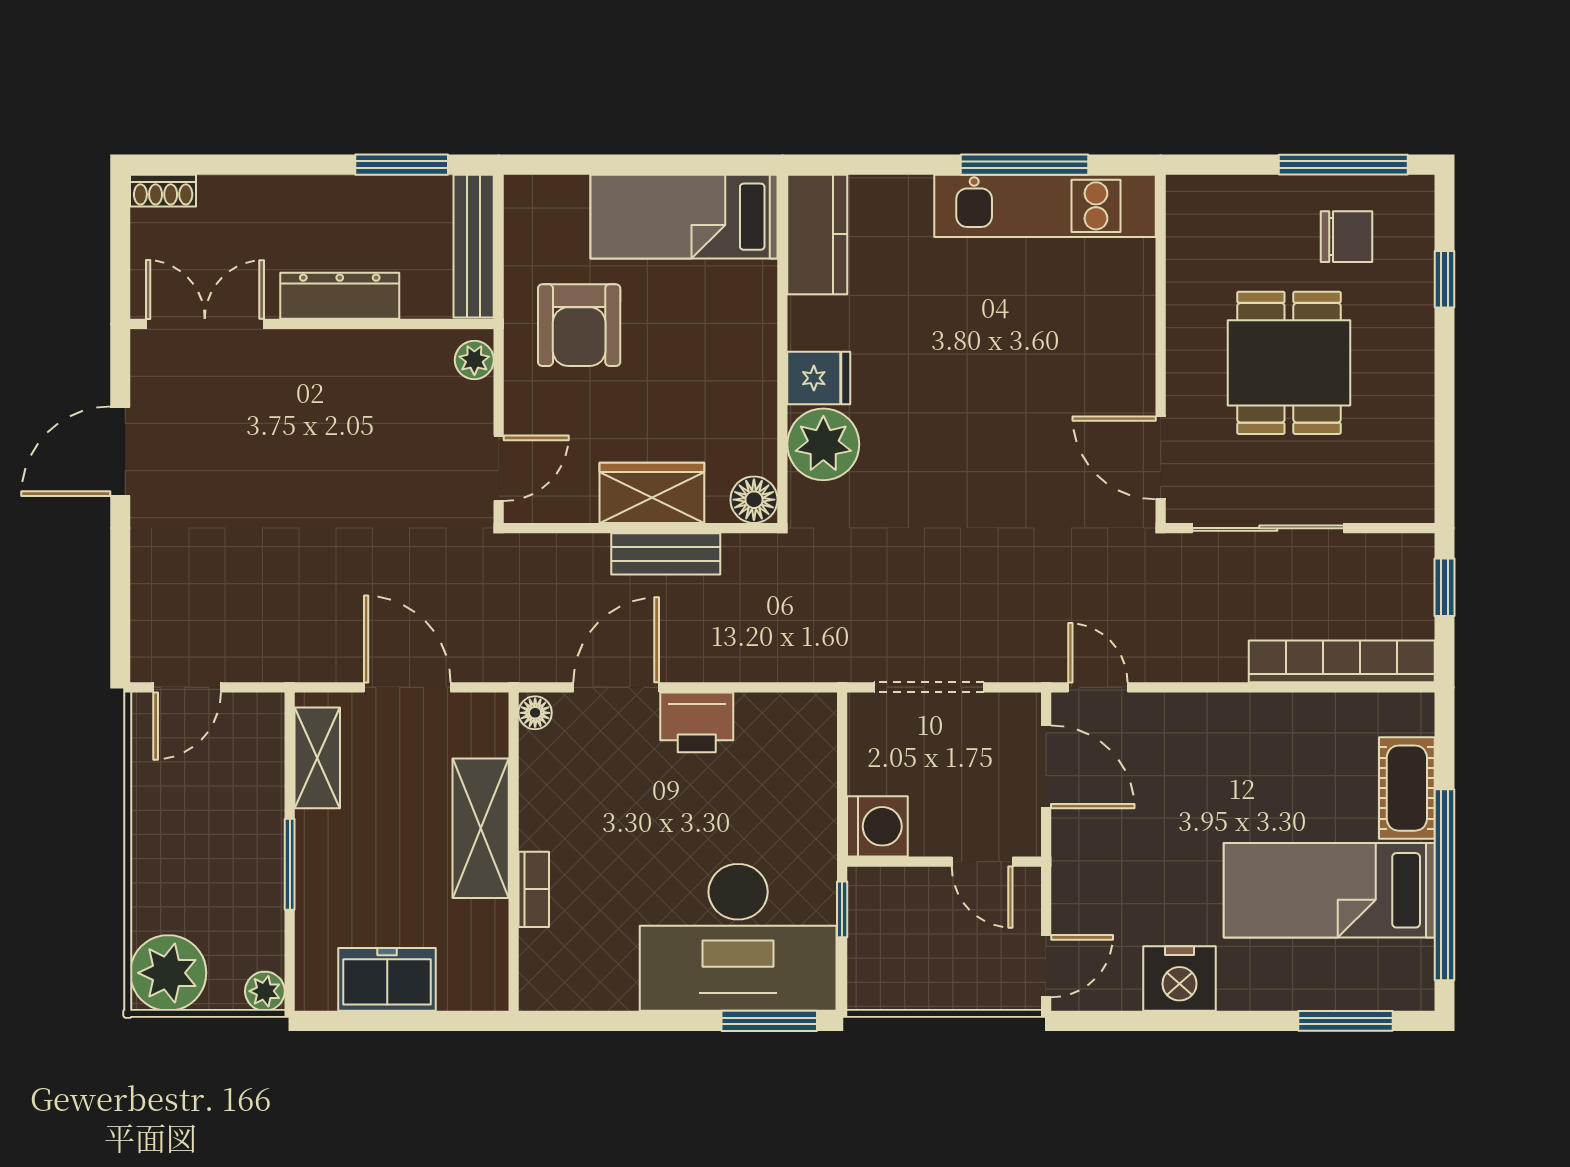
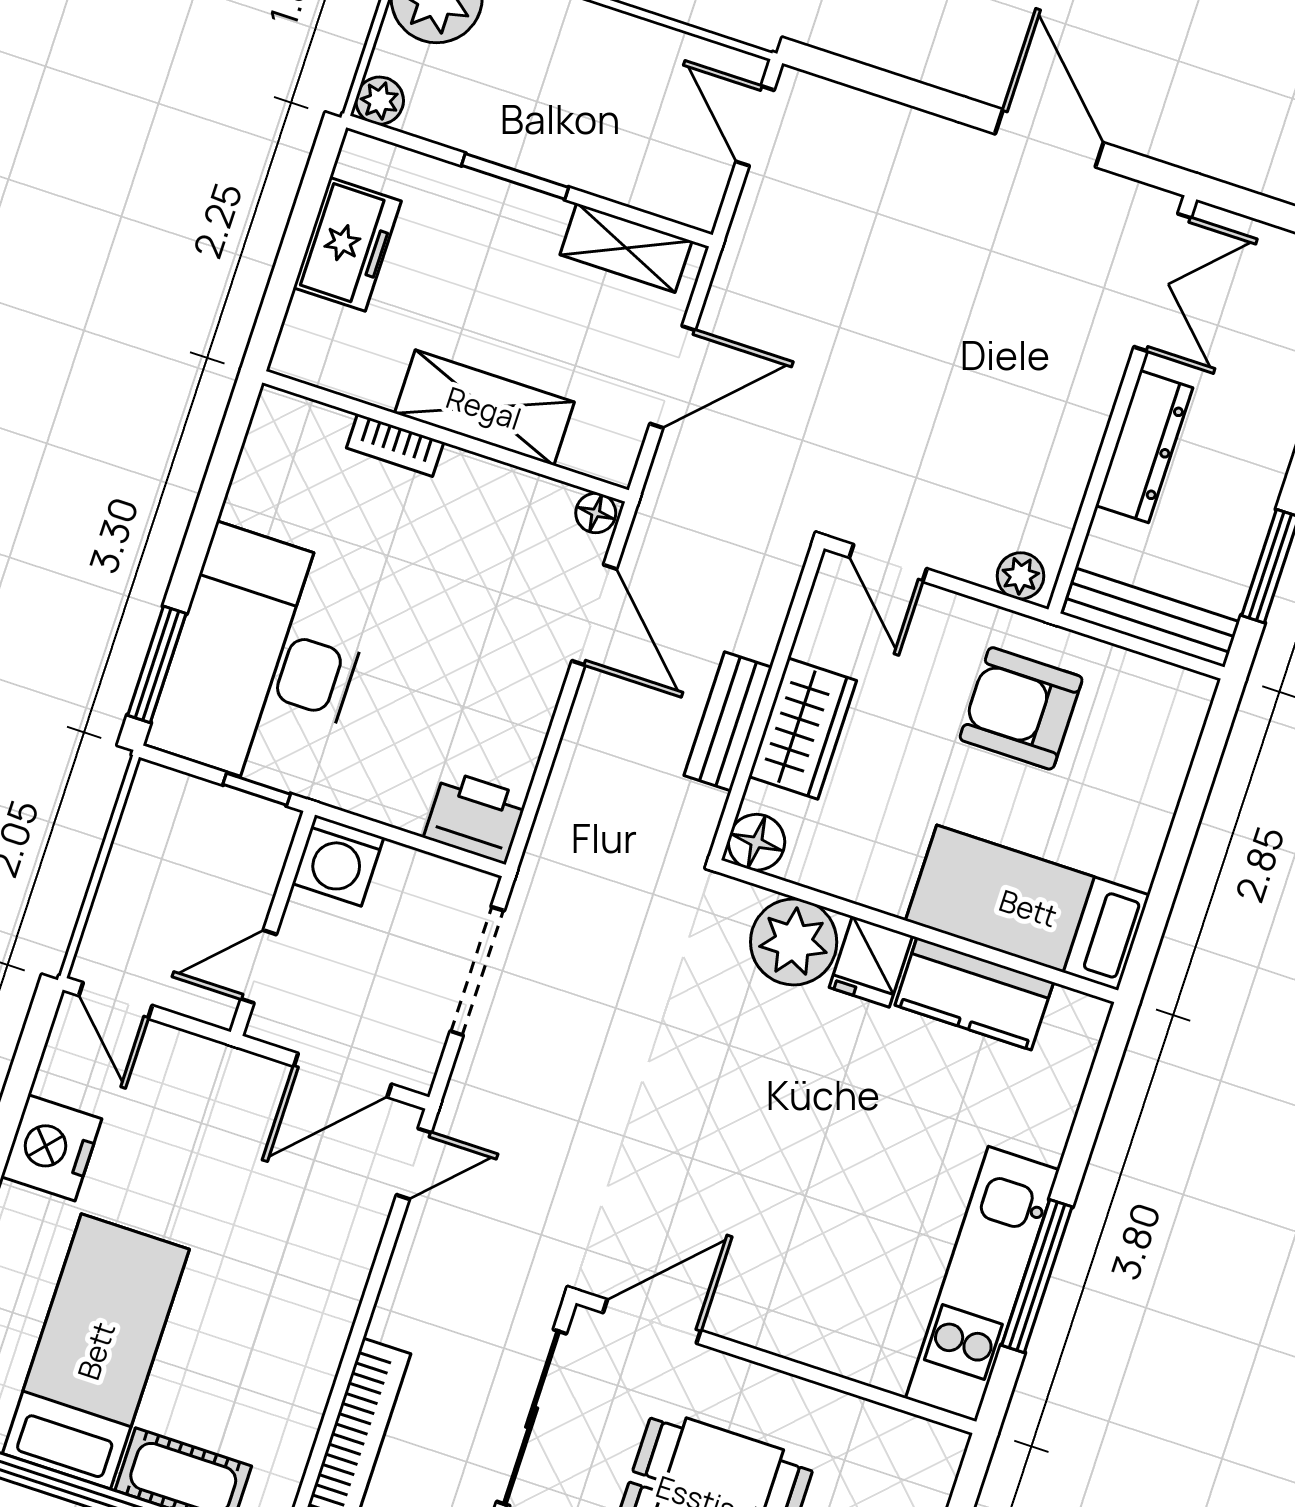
bed: (684, 217) -> (1028, 908), moved, turned -90
kitchen counter: (817, 234) -> (974, 994), moved
printer: (697, 722) -> (476, 817), moved, turned 90

